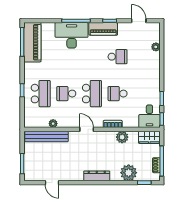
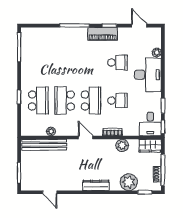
desk: (72, 35) -> (148, 75), moved, turned 90
piano: (32, 42) -> (30, 48), removed
school desk: (66, 94) -> (65, 101), width x1.85
school desk: (118, 94) -> (117, 101), turned 180

